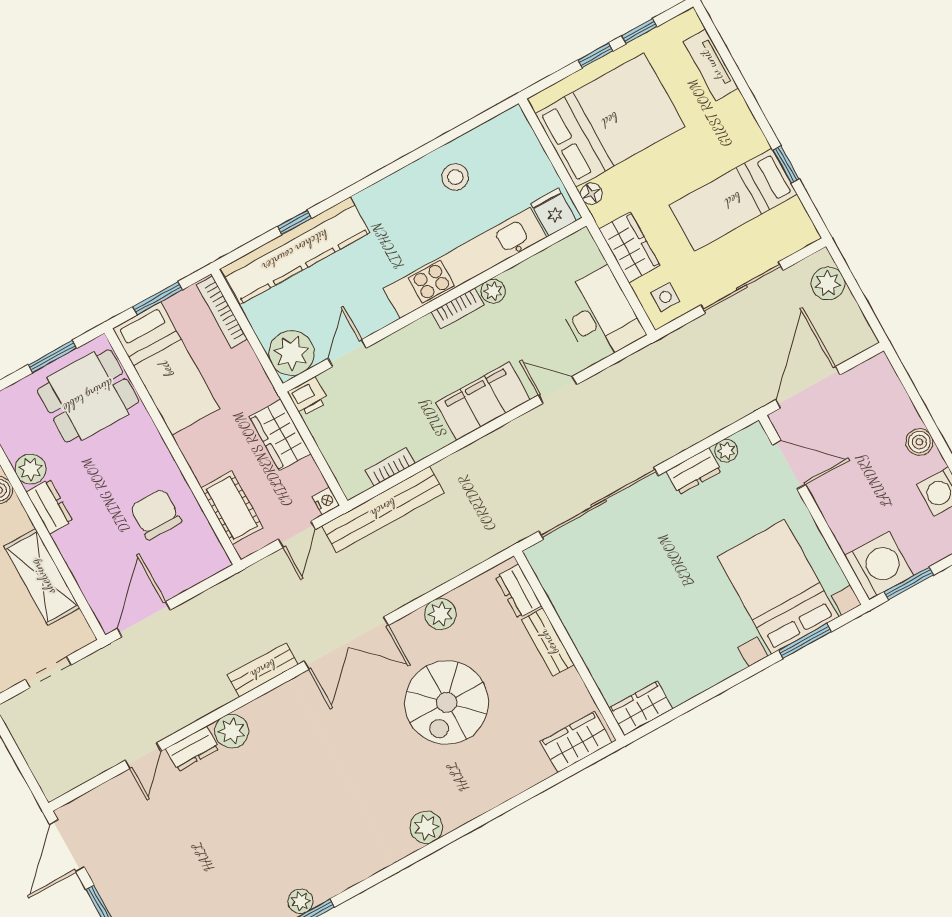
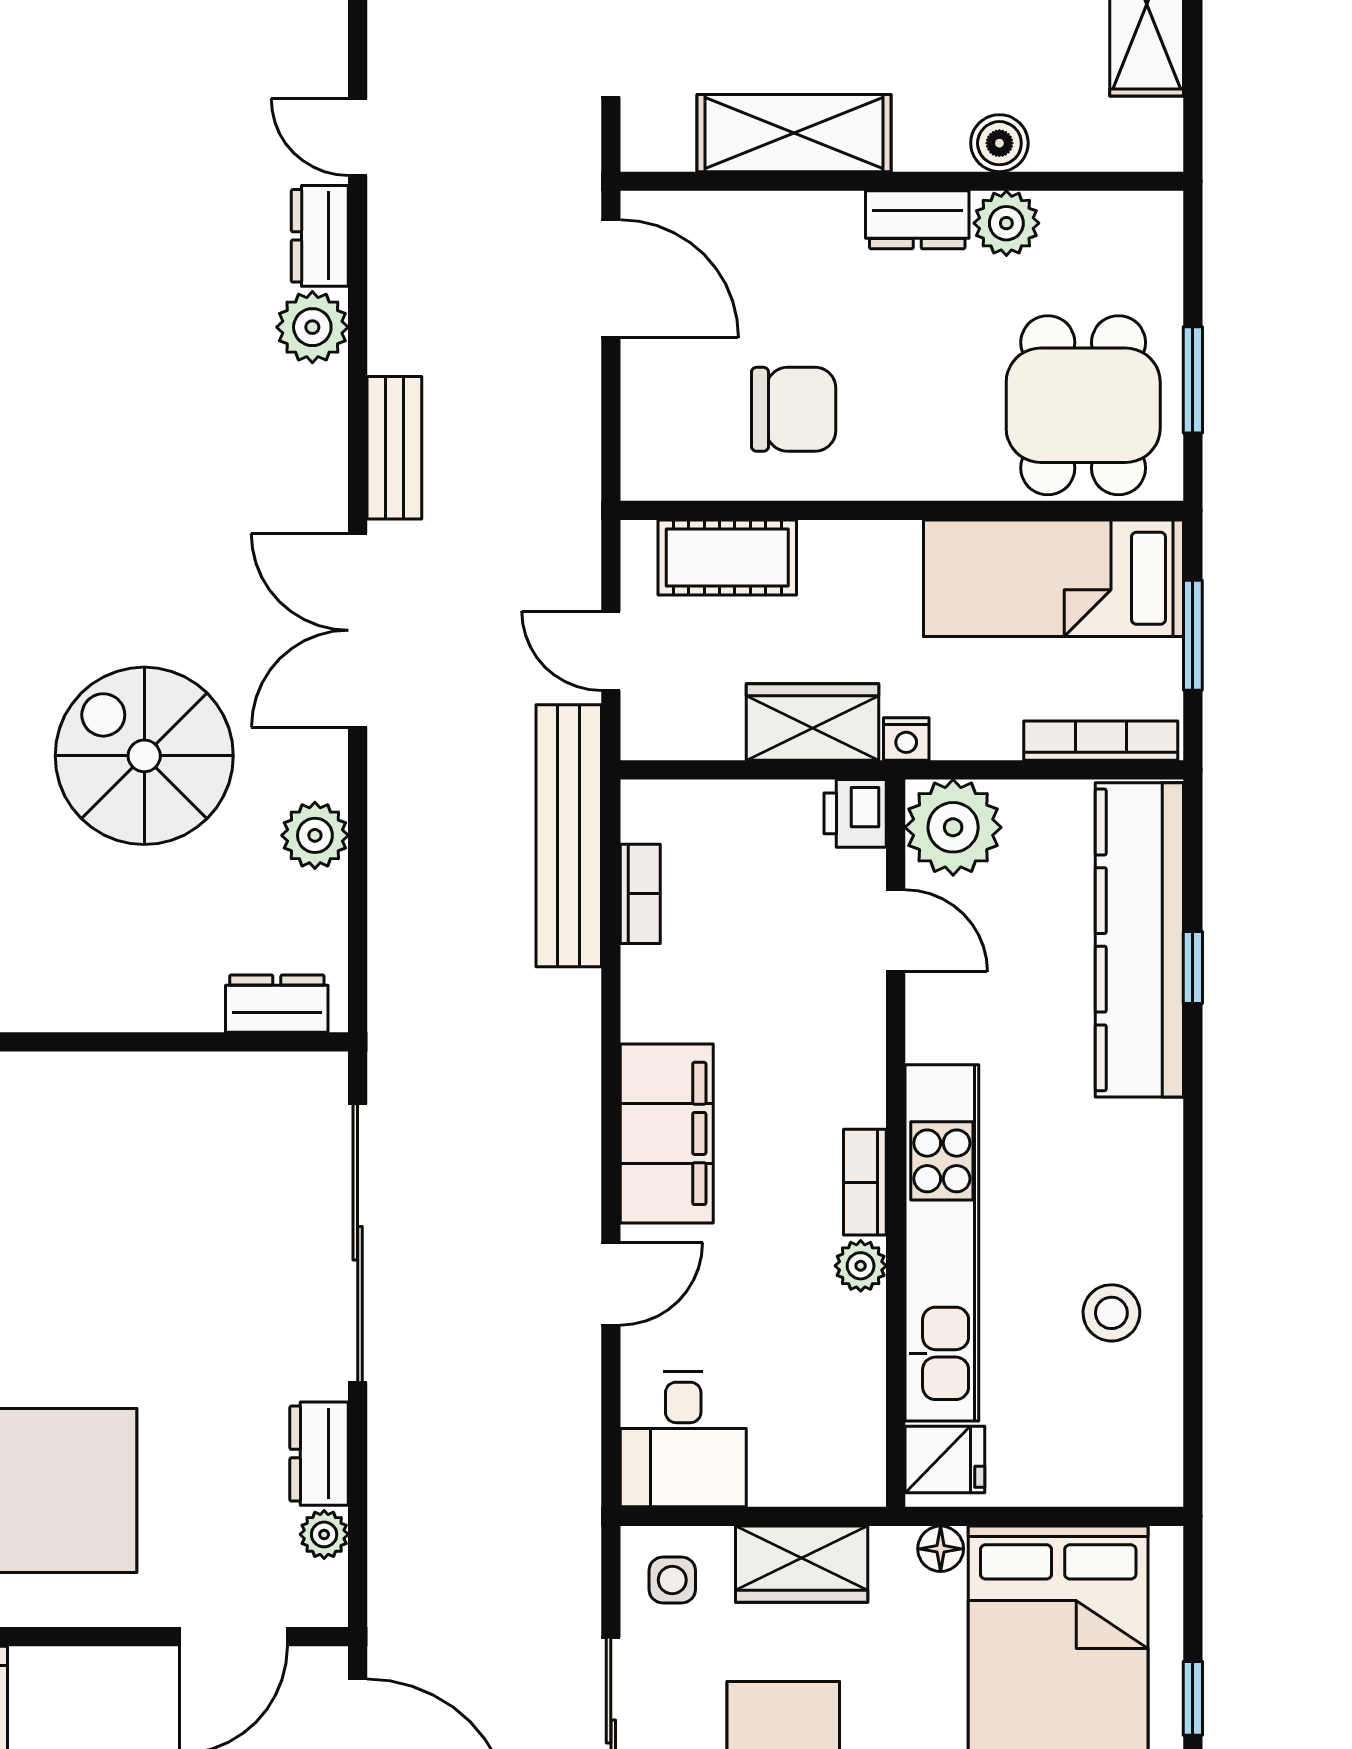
desk: (600, 315) -> (683, 1439), width x0.73
nightstand: (326, 501) -> (906, 739), moved
bench: (548, 642) -> (152, 1006), removed

